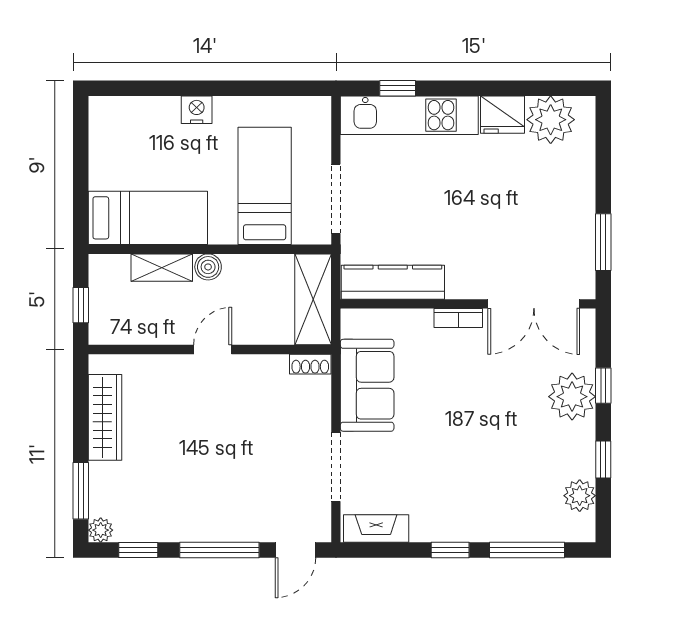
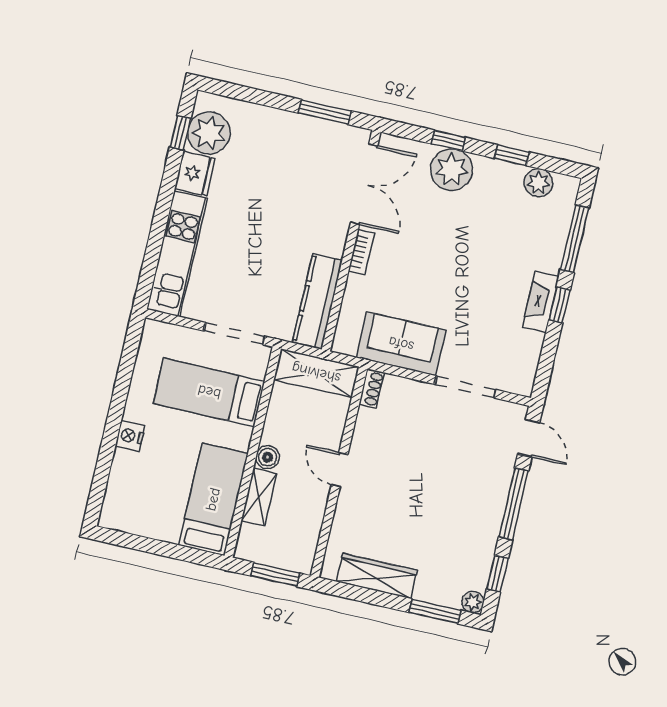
window: (398, 88) -> (180, 133), moved
window: (81, 305) -> (275, 574), width x1.50
fireplace: (376, 529) -> (541, 302), moved

